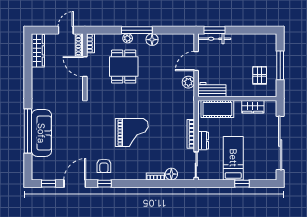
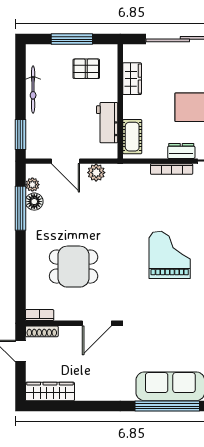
window: (137, 30) -> (20, 208), moved
plant: (128, 38) -> (32, 185), moved
bicycle: (214, 39) -> (33, 90), moved
floor lamp: (152, 40) -> (34, 202), moved
door: (85, 67) -> (97, 323), moved
workbench: (212, 90) -> (107, 123), moved
cot: (217, 109) -> (132, 137), width x0.73, depth x0.75

